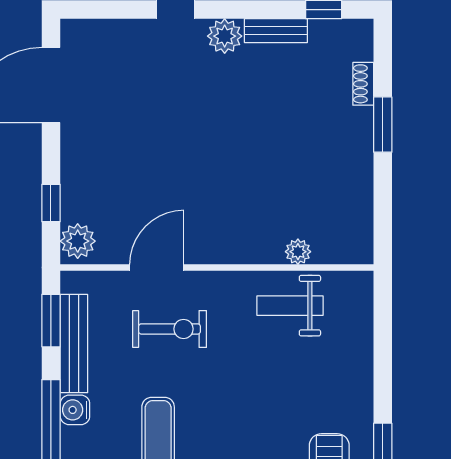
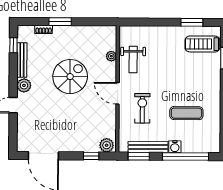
bench: (276, 31) -> (22, 60), width x1.36
spiral stairs: (247, 150) -> (70, 77), added
door: (157, 268) -> (118, 93), moved

